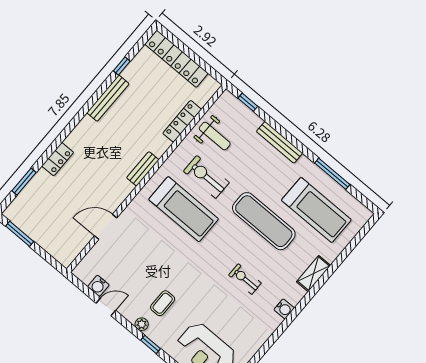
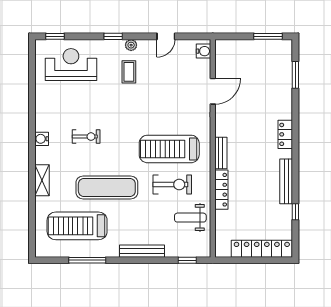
locker: (182, 121) -> (221, 190), moved
locker: (58, 159) -> (285, 134), moved
water cooler: (98, 286) -> (203, 51), moved, turned 90

